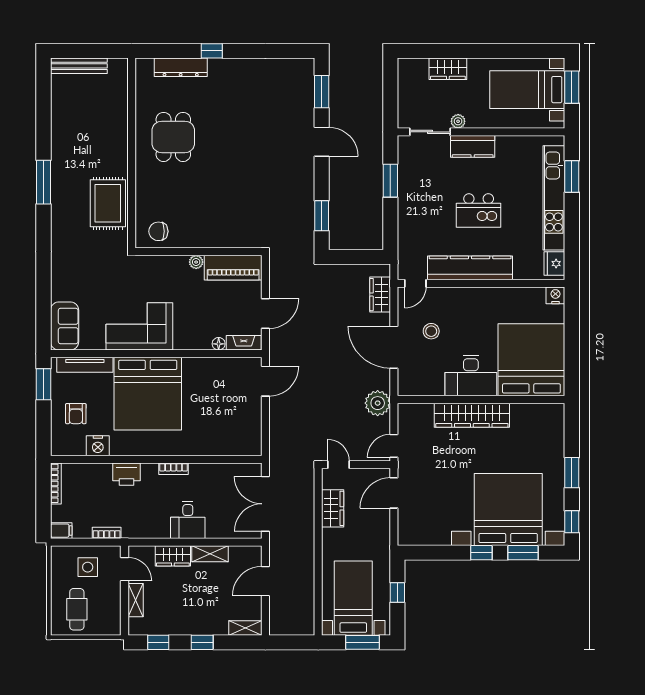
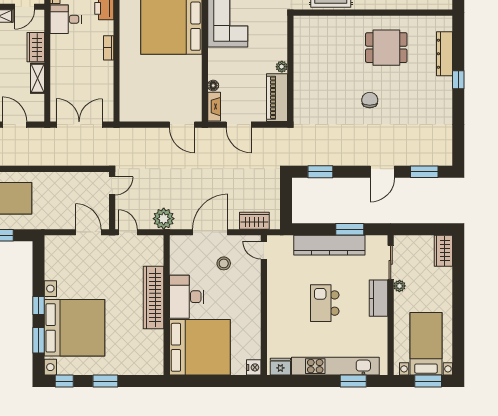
wardrobe: (448, 69) -> (443, 251), moved
chair: (158, 231) -> (370, 100), moved
kitchen counter: (470, 268) -> (329, 245), moved, turned 90
wardrobe: (333, 508) -> (75, 181), removed
desk: (188, 520) -> (66, 19), moved

